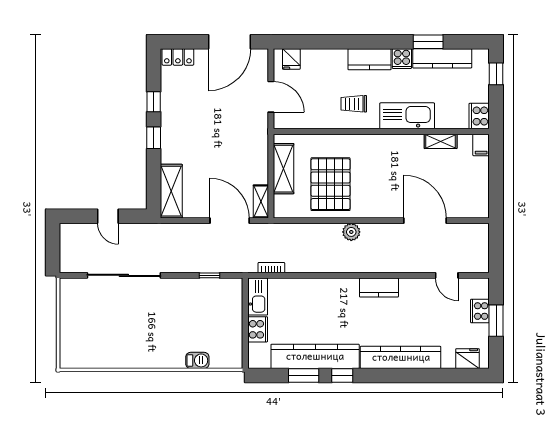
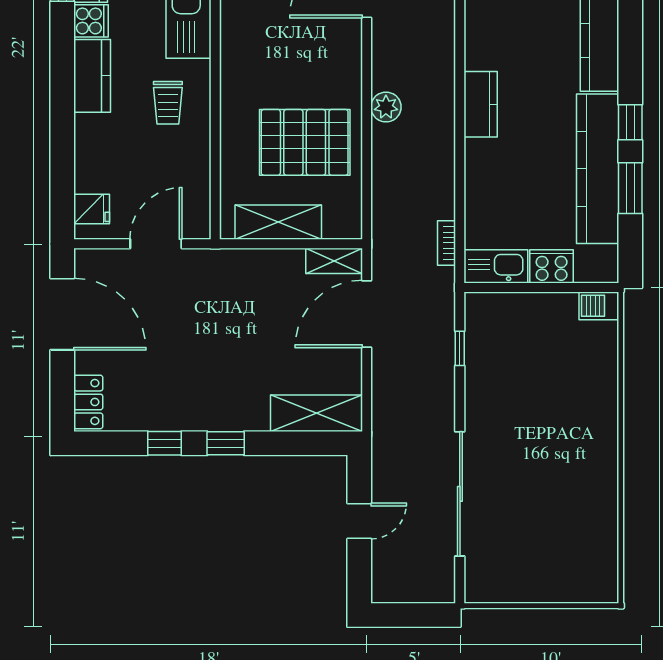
kitchen counter: (379, 288) -> (481, 104), moved
barbecue: (197, 360) -> (599, 306), moved, turned -90

